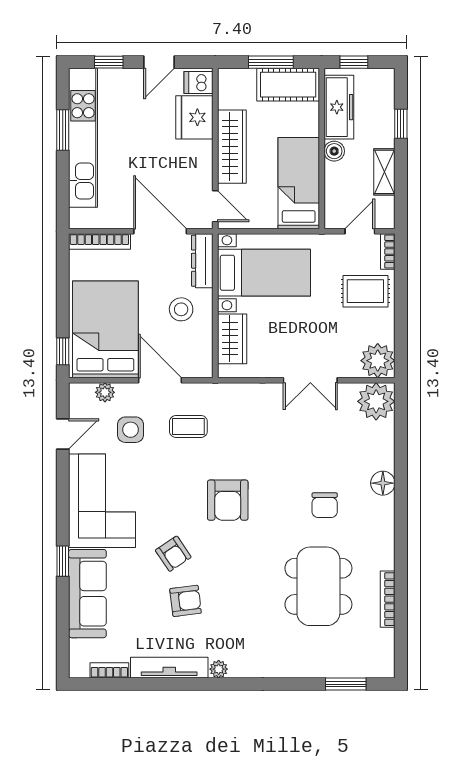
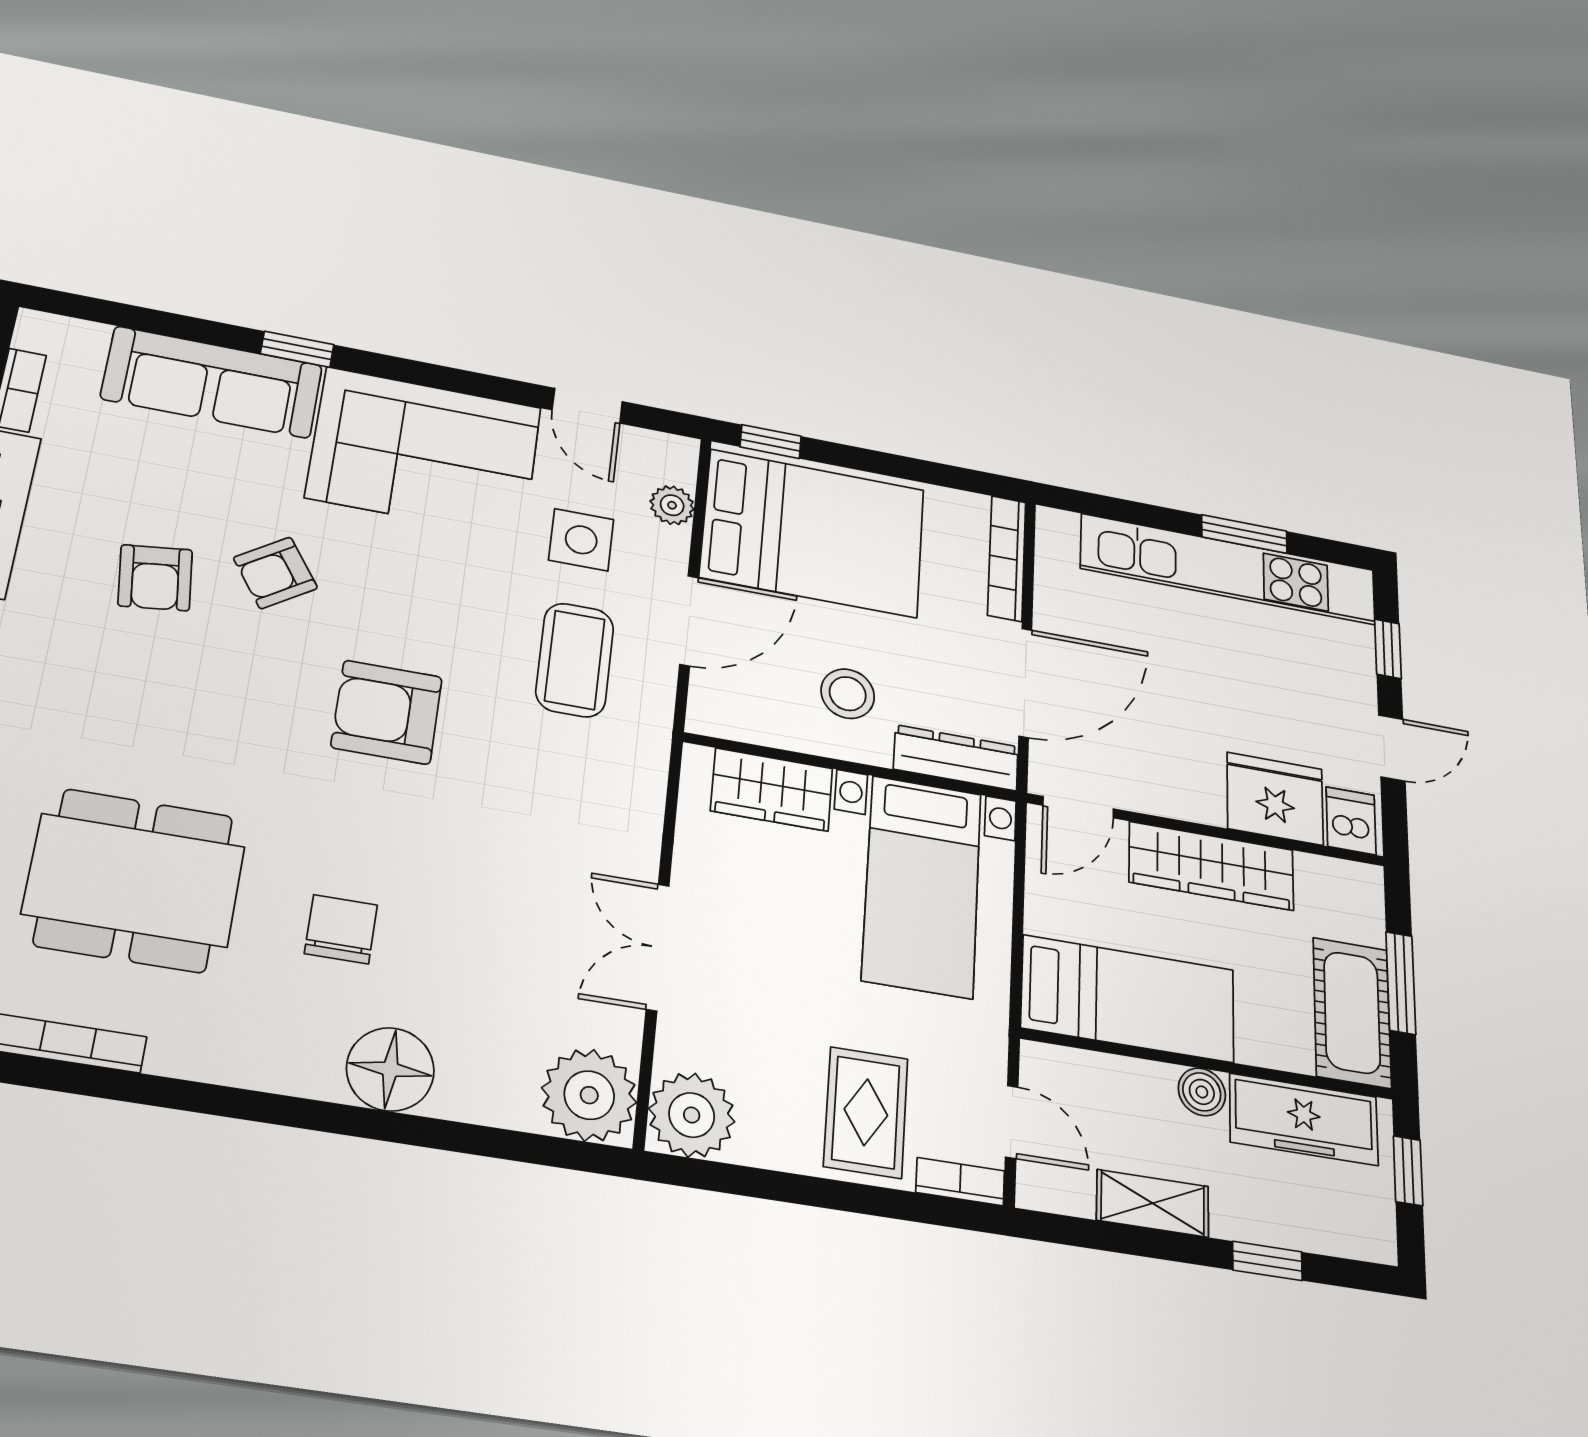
door: (159, 62) -> (1392, 748), swing flipped
coffee table: (188, 426) -> (575, 660), width x1.36, depth x1.30
floor lamp: (383, 483) -> (390, 1069), width x1.38, depth x1.38
chair: (325, 505) -> (341, 929), turned 90

